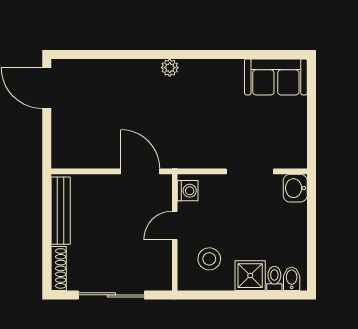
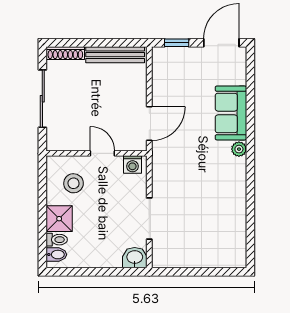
sofa: (276, 77) -> (231, 113), moved
window: (47, 140) -> (177, 43), added

